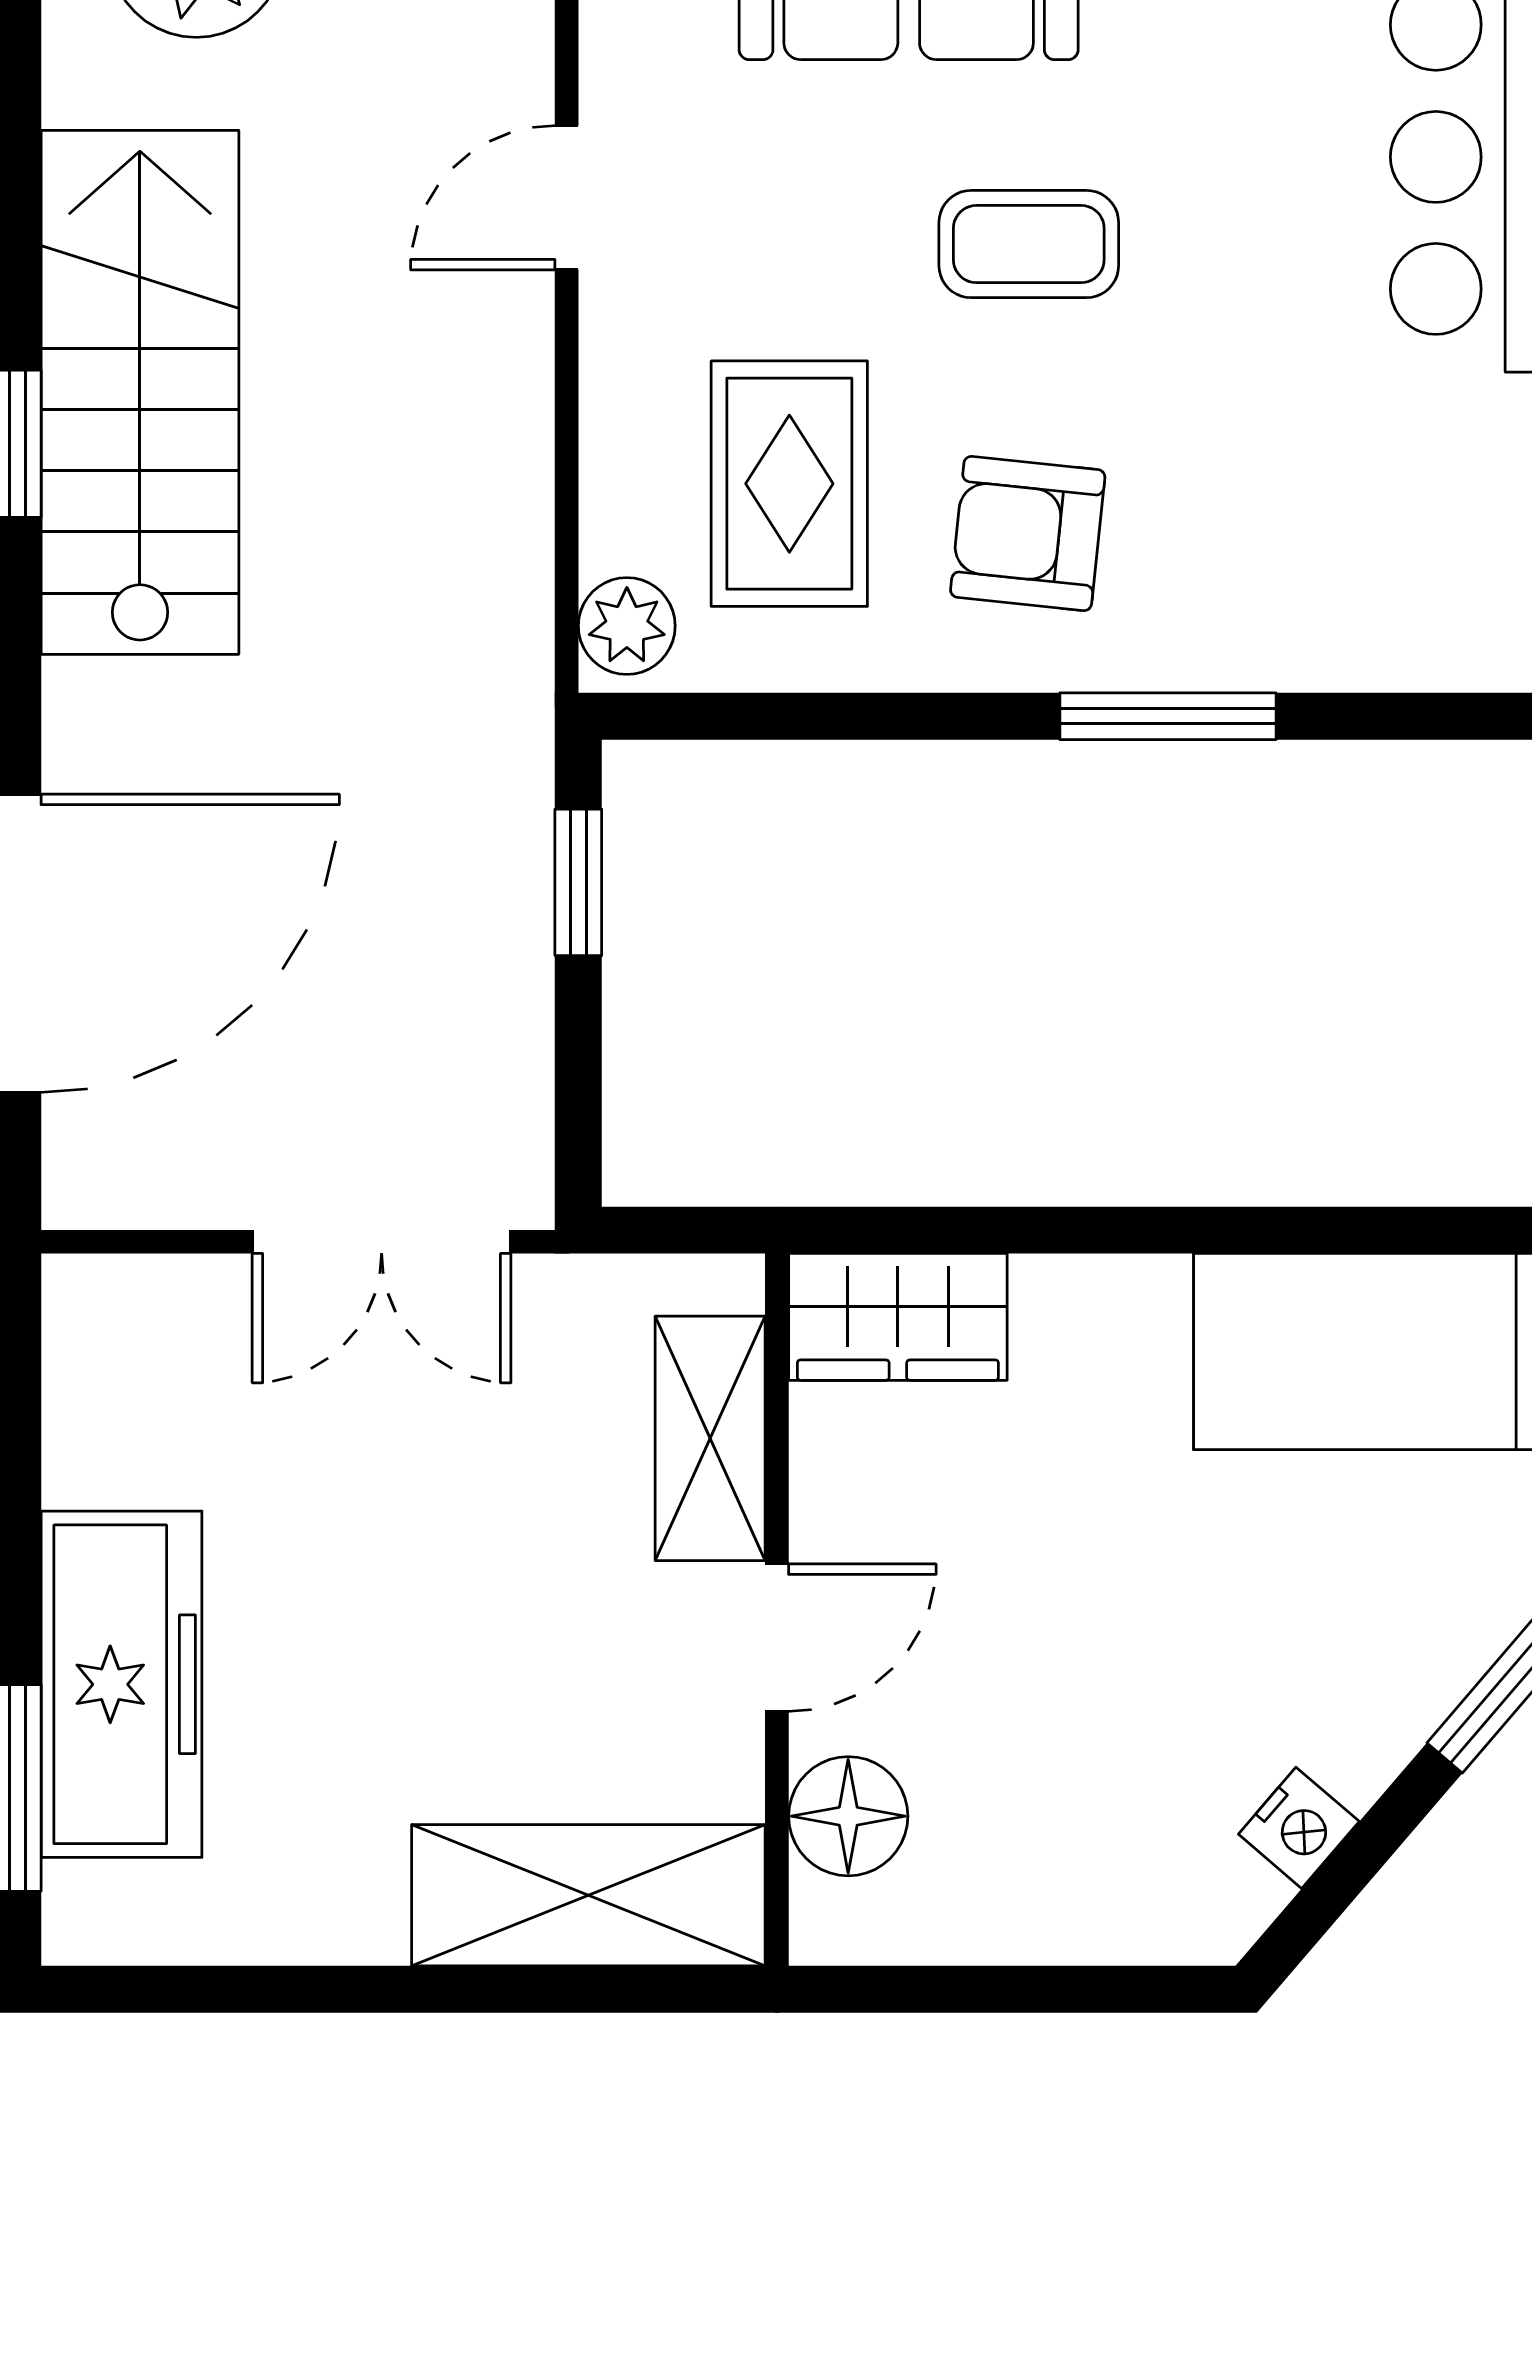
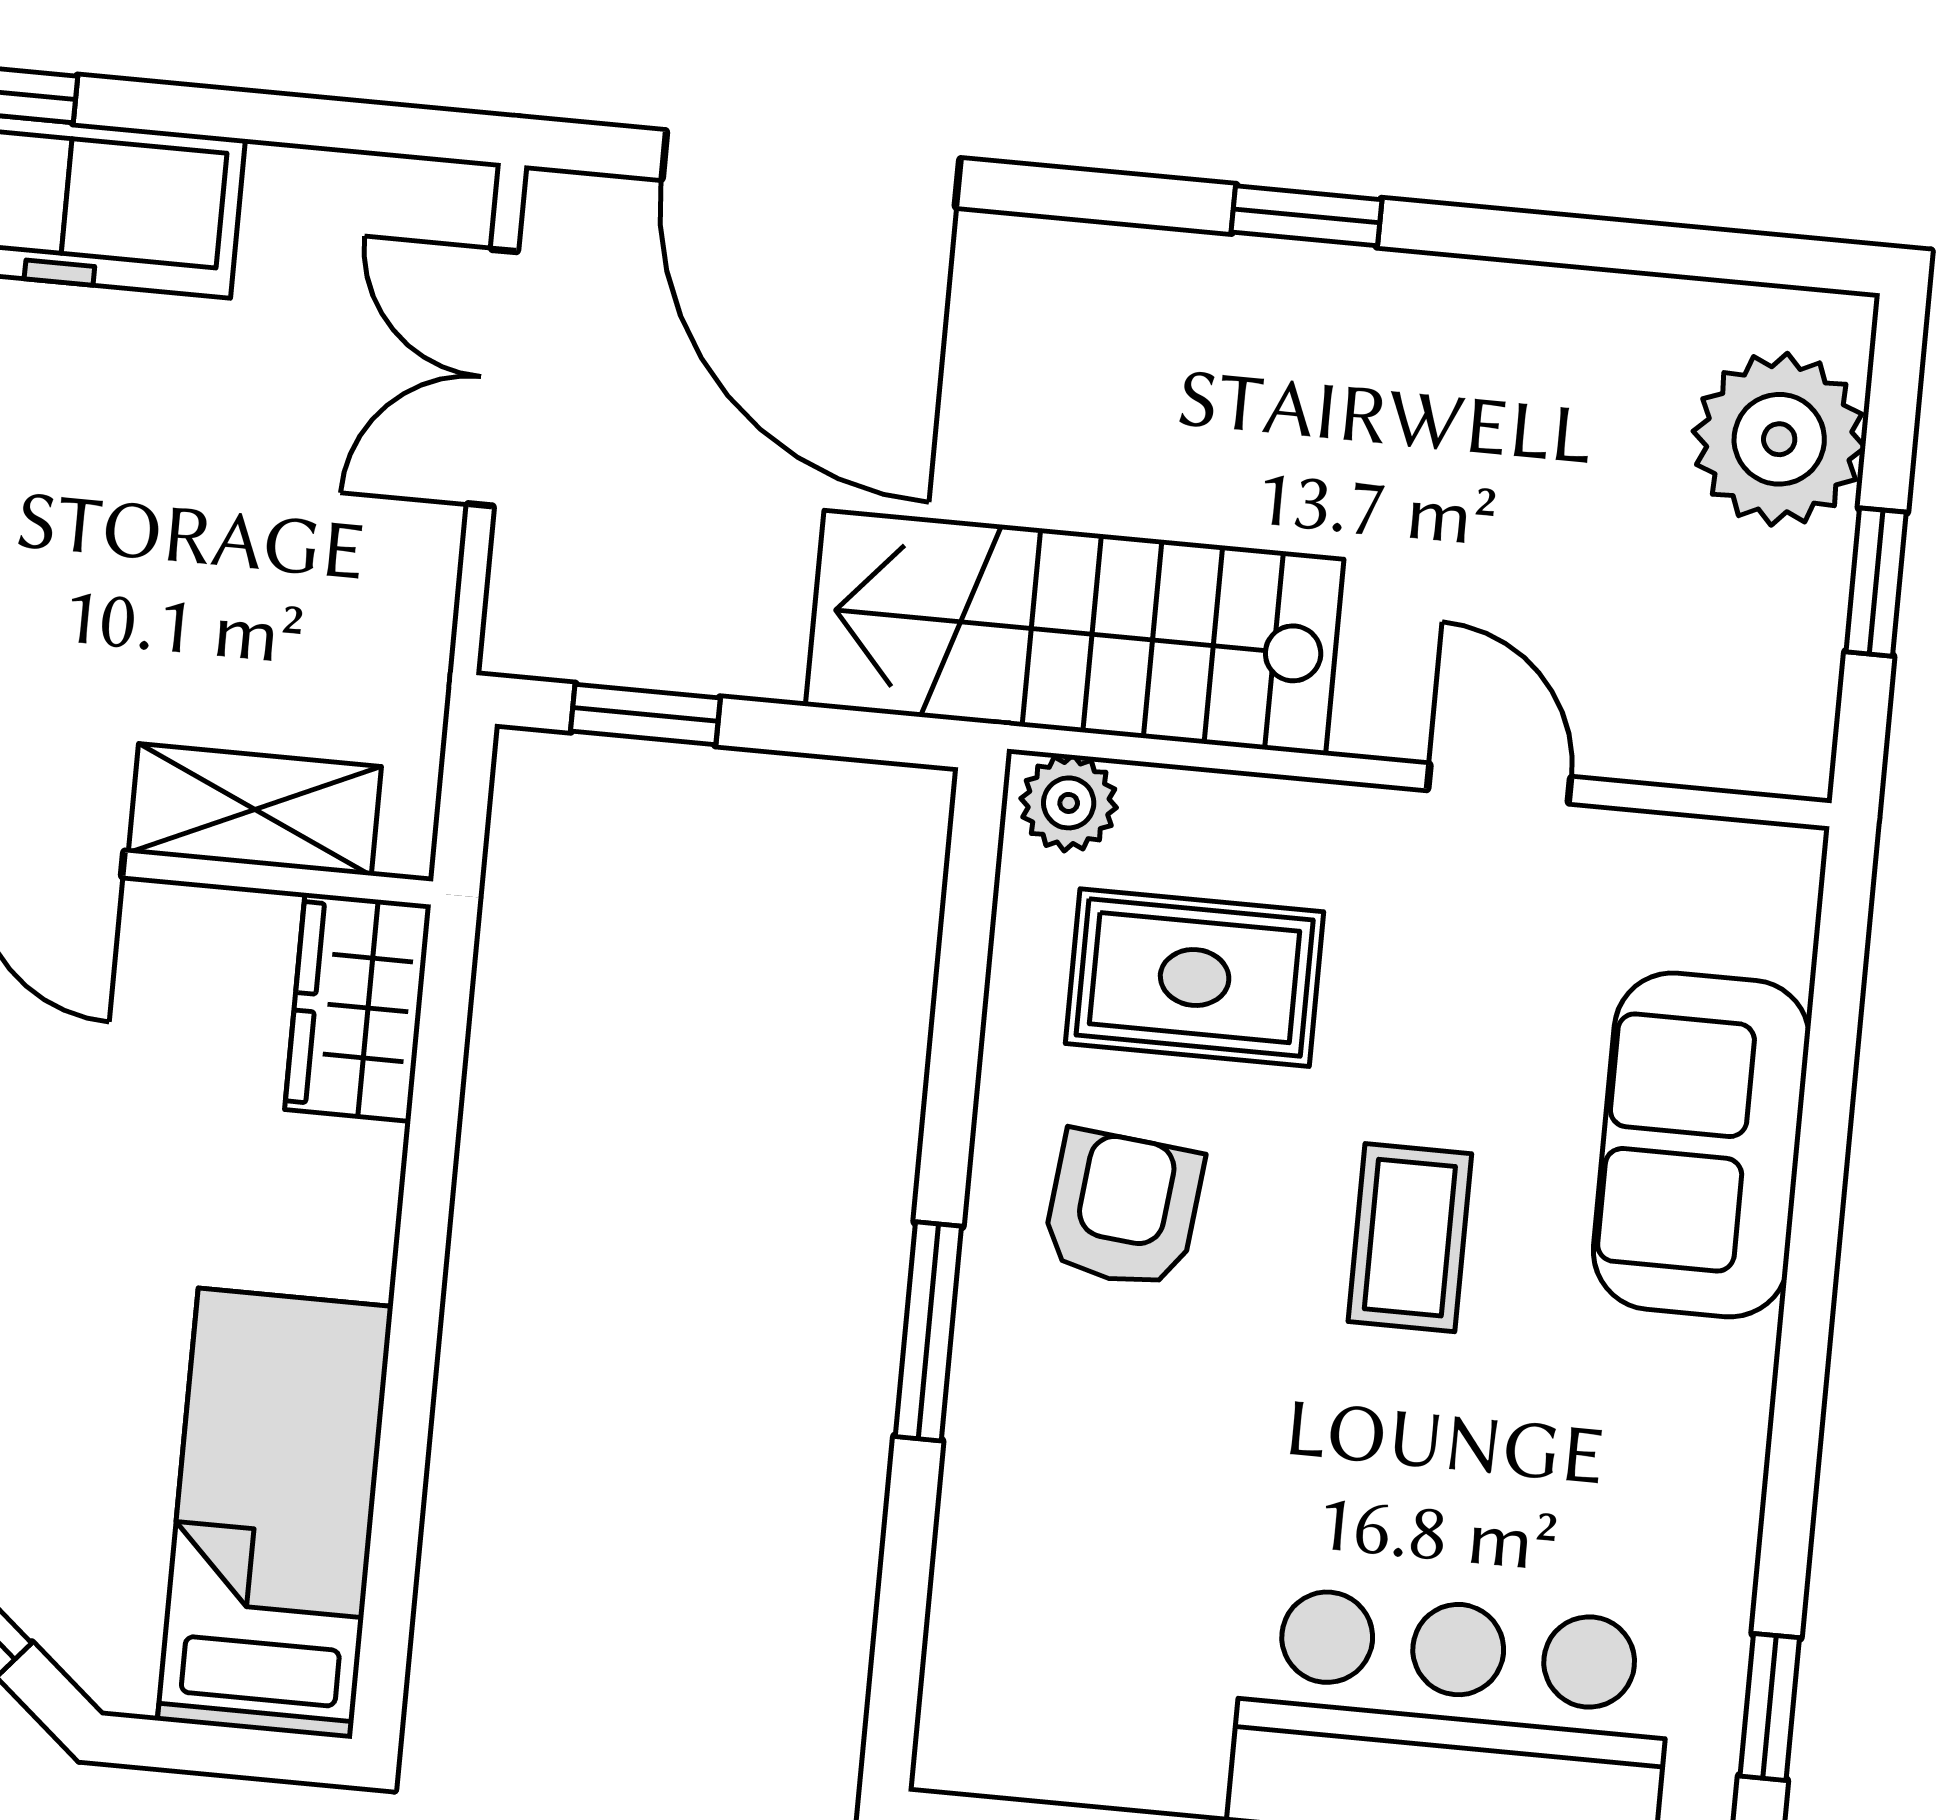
stairs: (140, 392) -> (1075, 633), moved, turned 180
window: (578, 882) -> (645, 714), moved
double door: (382, 1242) -> (492, 378), moved

